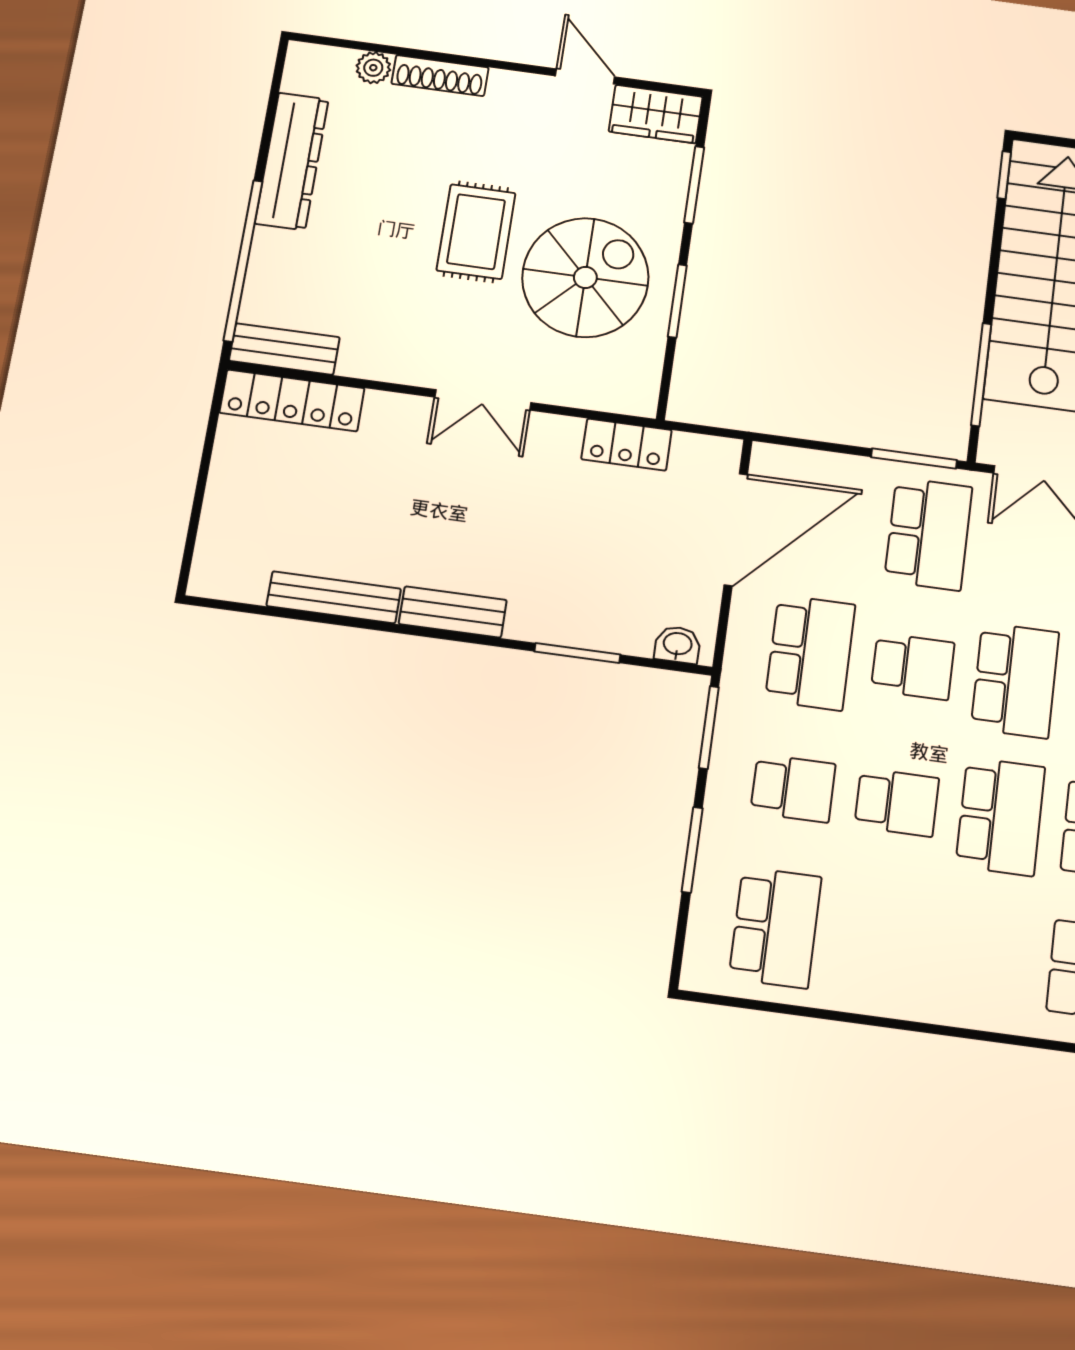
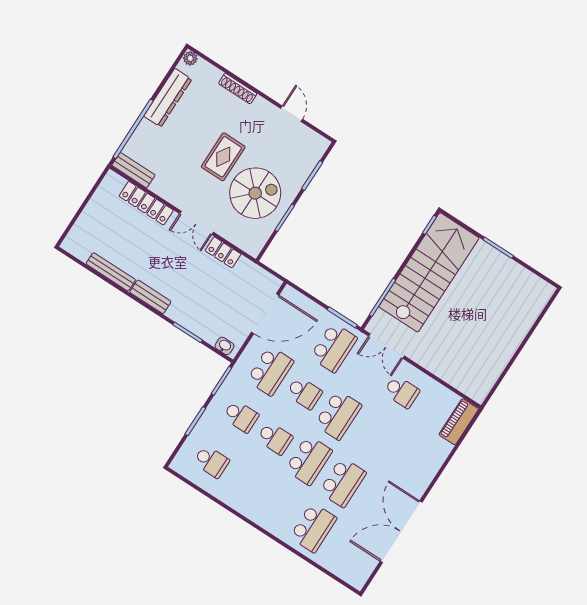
plant: (373, 68) -> (190, 58), moved
wardrobe: (656, 114) -> (311, 141), removed
locker: (292, 400) -> (146, 203), moved
locker: (627, 445) -> (223, 252), moved
school desk: (775, 927) -> (211, 461), width x0.54

